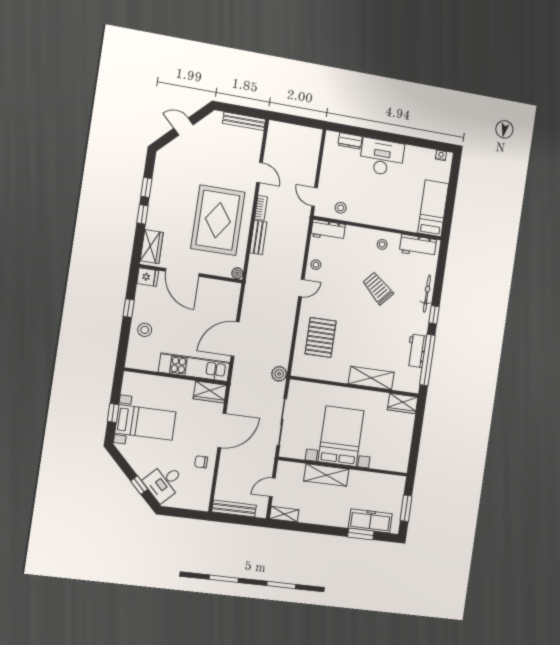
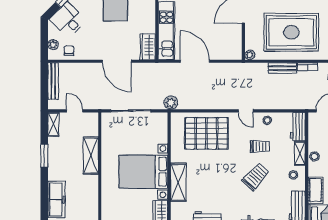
stool: (341, 208) -> (314, 156), moved
cot: (403, 222) -> (315, 190), added
shelving: (359, 233) -> (300, 153), added
trolley: (344, 278) -> (260, 146), added
pallet: (321, 337) -> (207, 133), width x1.37, depth x1.41
bed with nightstands: (341, 436) -> (143, 172), moved, turned 180
chair: (201, 462) -> (69, 51), moved
plant: (191, 503) -> (53, 45), added
window: (361, 534) -> (44, 156), moved

